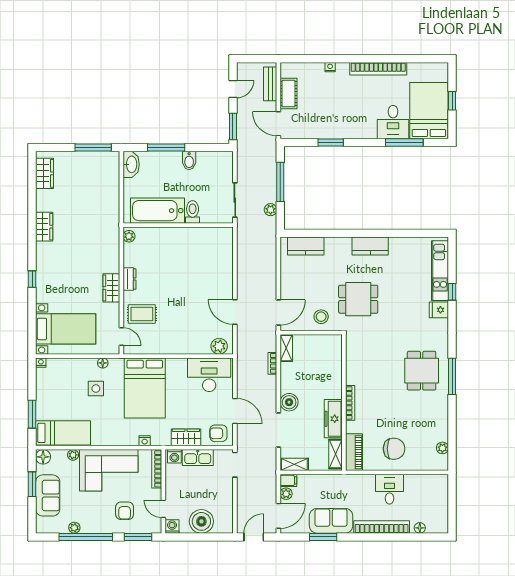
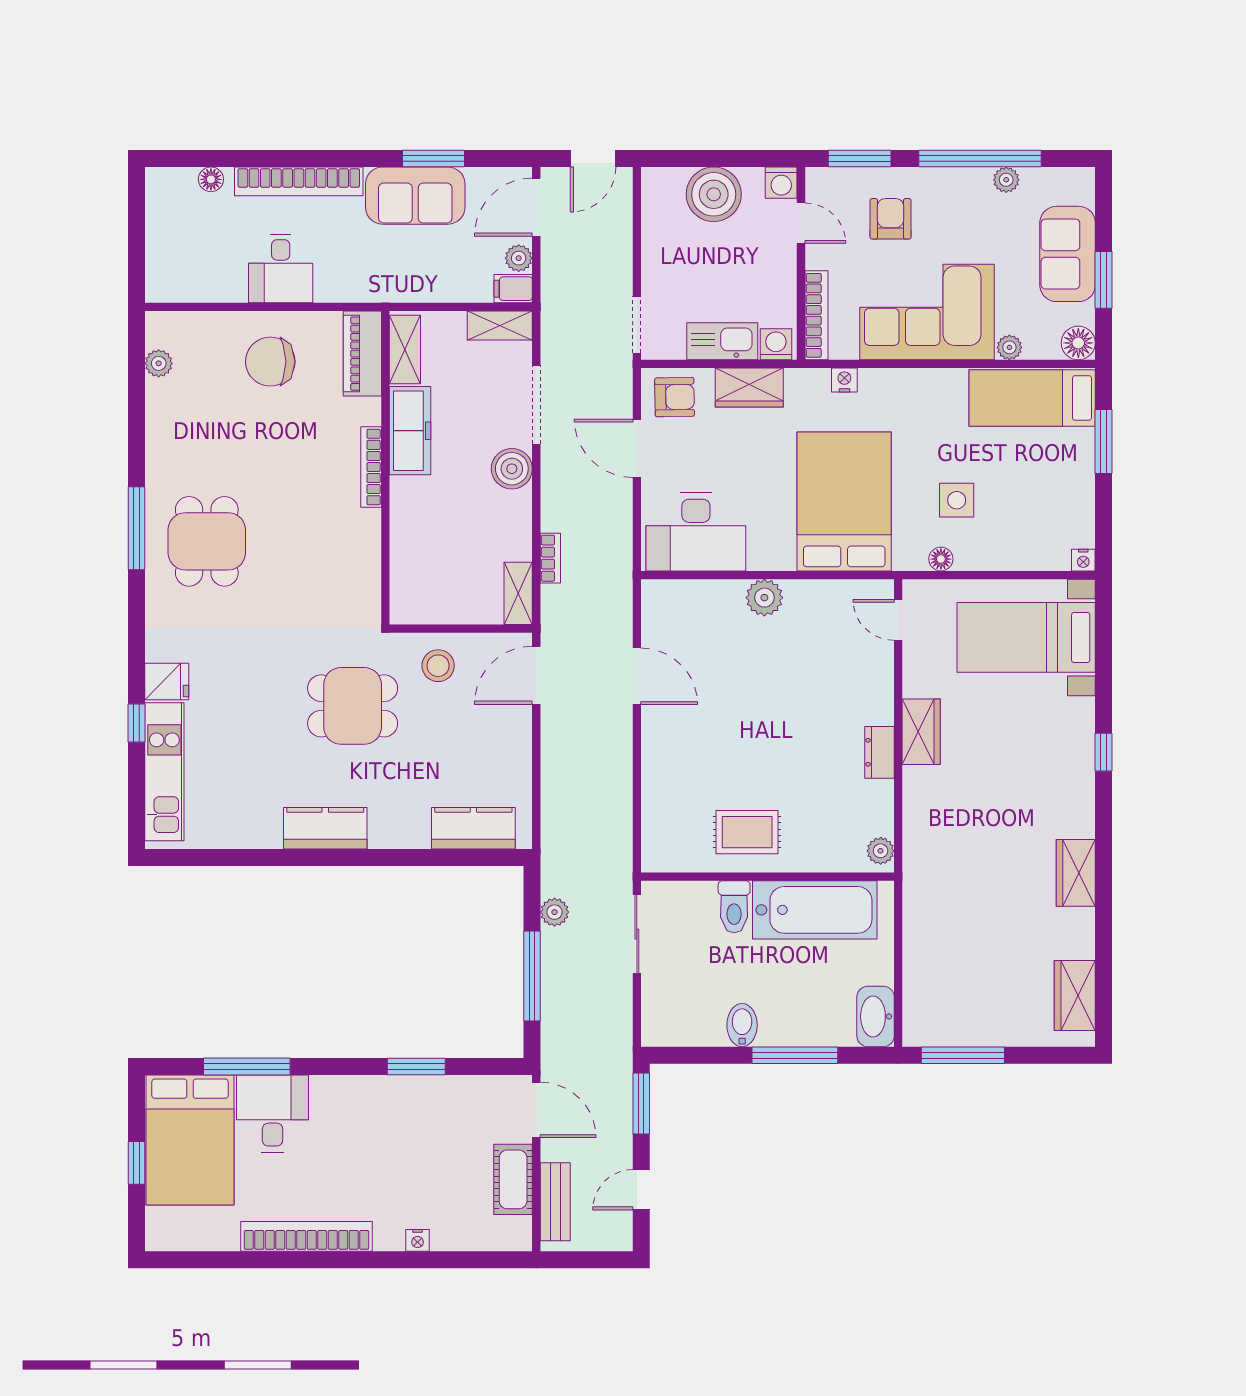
rug: (142, 314) -> (747, 832), moved
plant: (219, 346) -> (764, 598), moved

